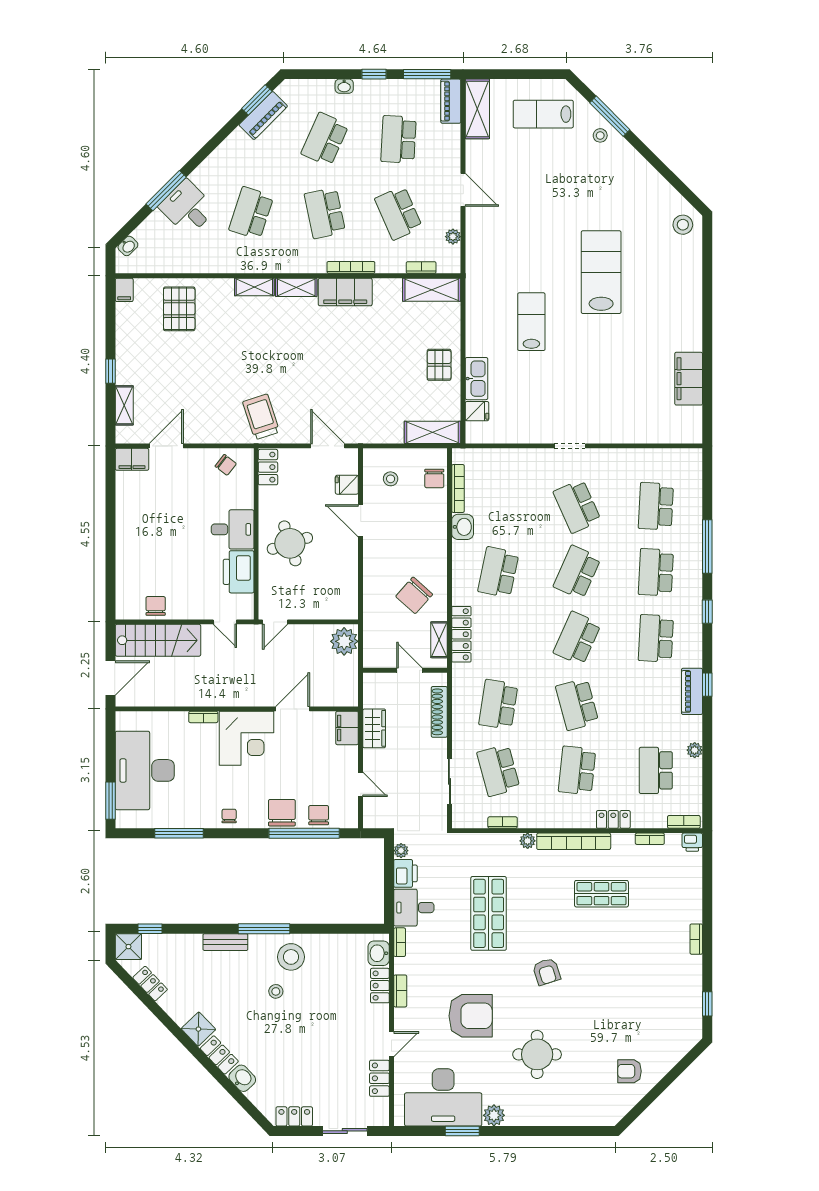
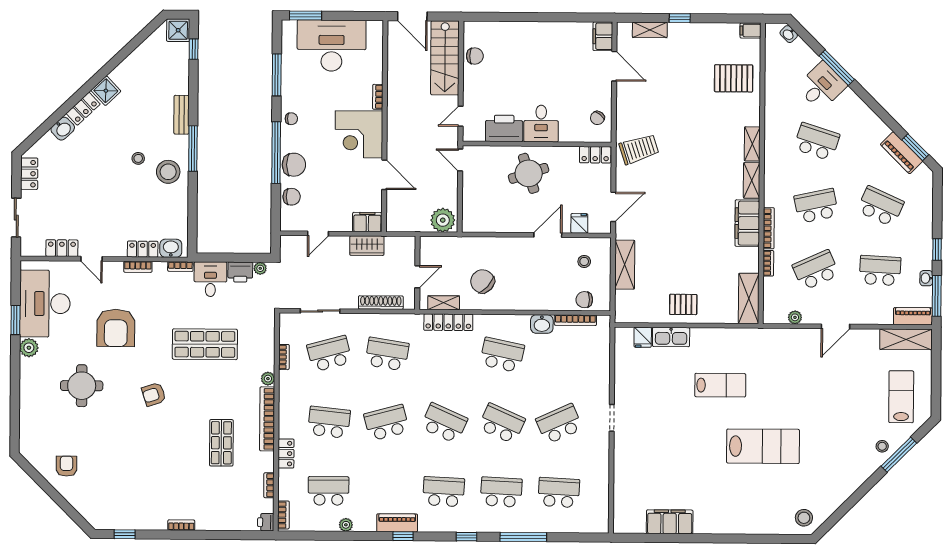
washbasin: (344, 86) -> (926, 278), moved
bookcase: (421, 268) -> (768, 263), moved
shelving: (432, 432) -> (625, 265), moved
window: (304, 833) -> (276, 153), moved
locker: (150, 984) -> (146, 49), removed

